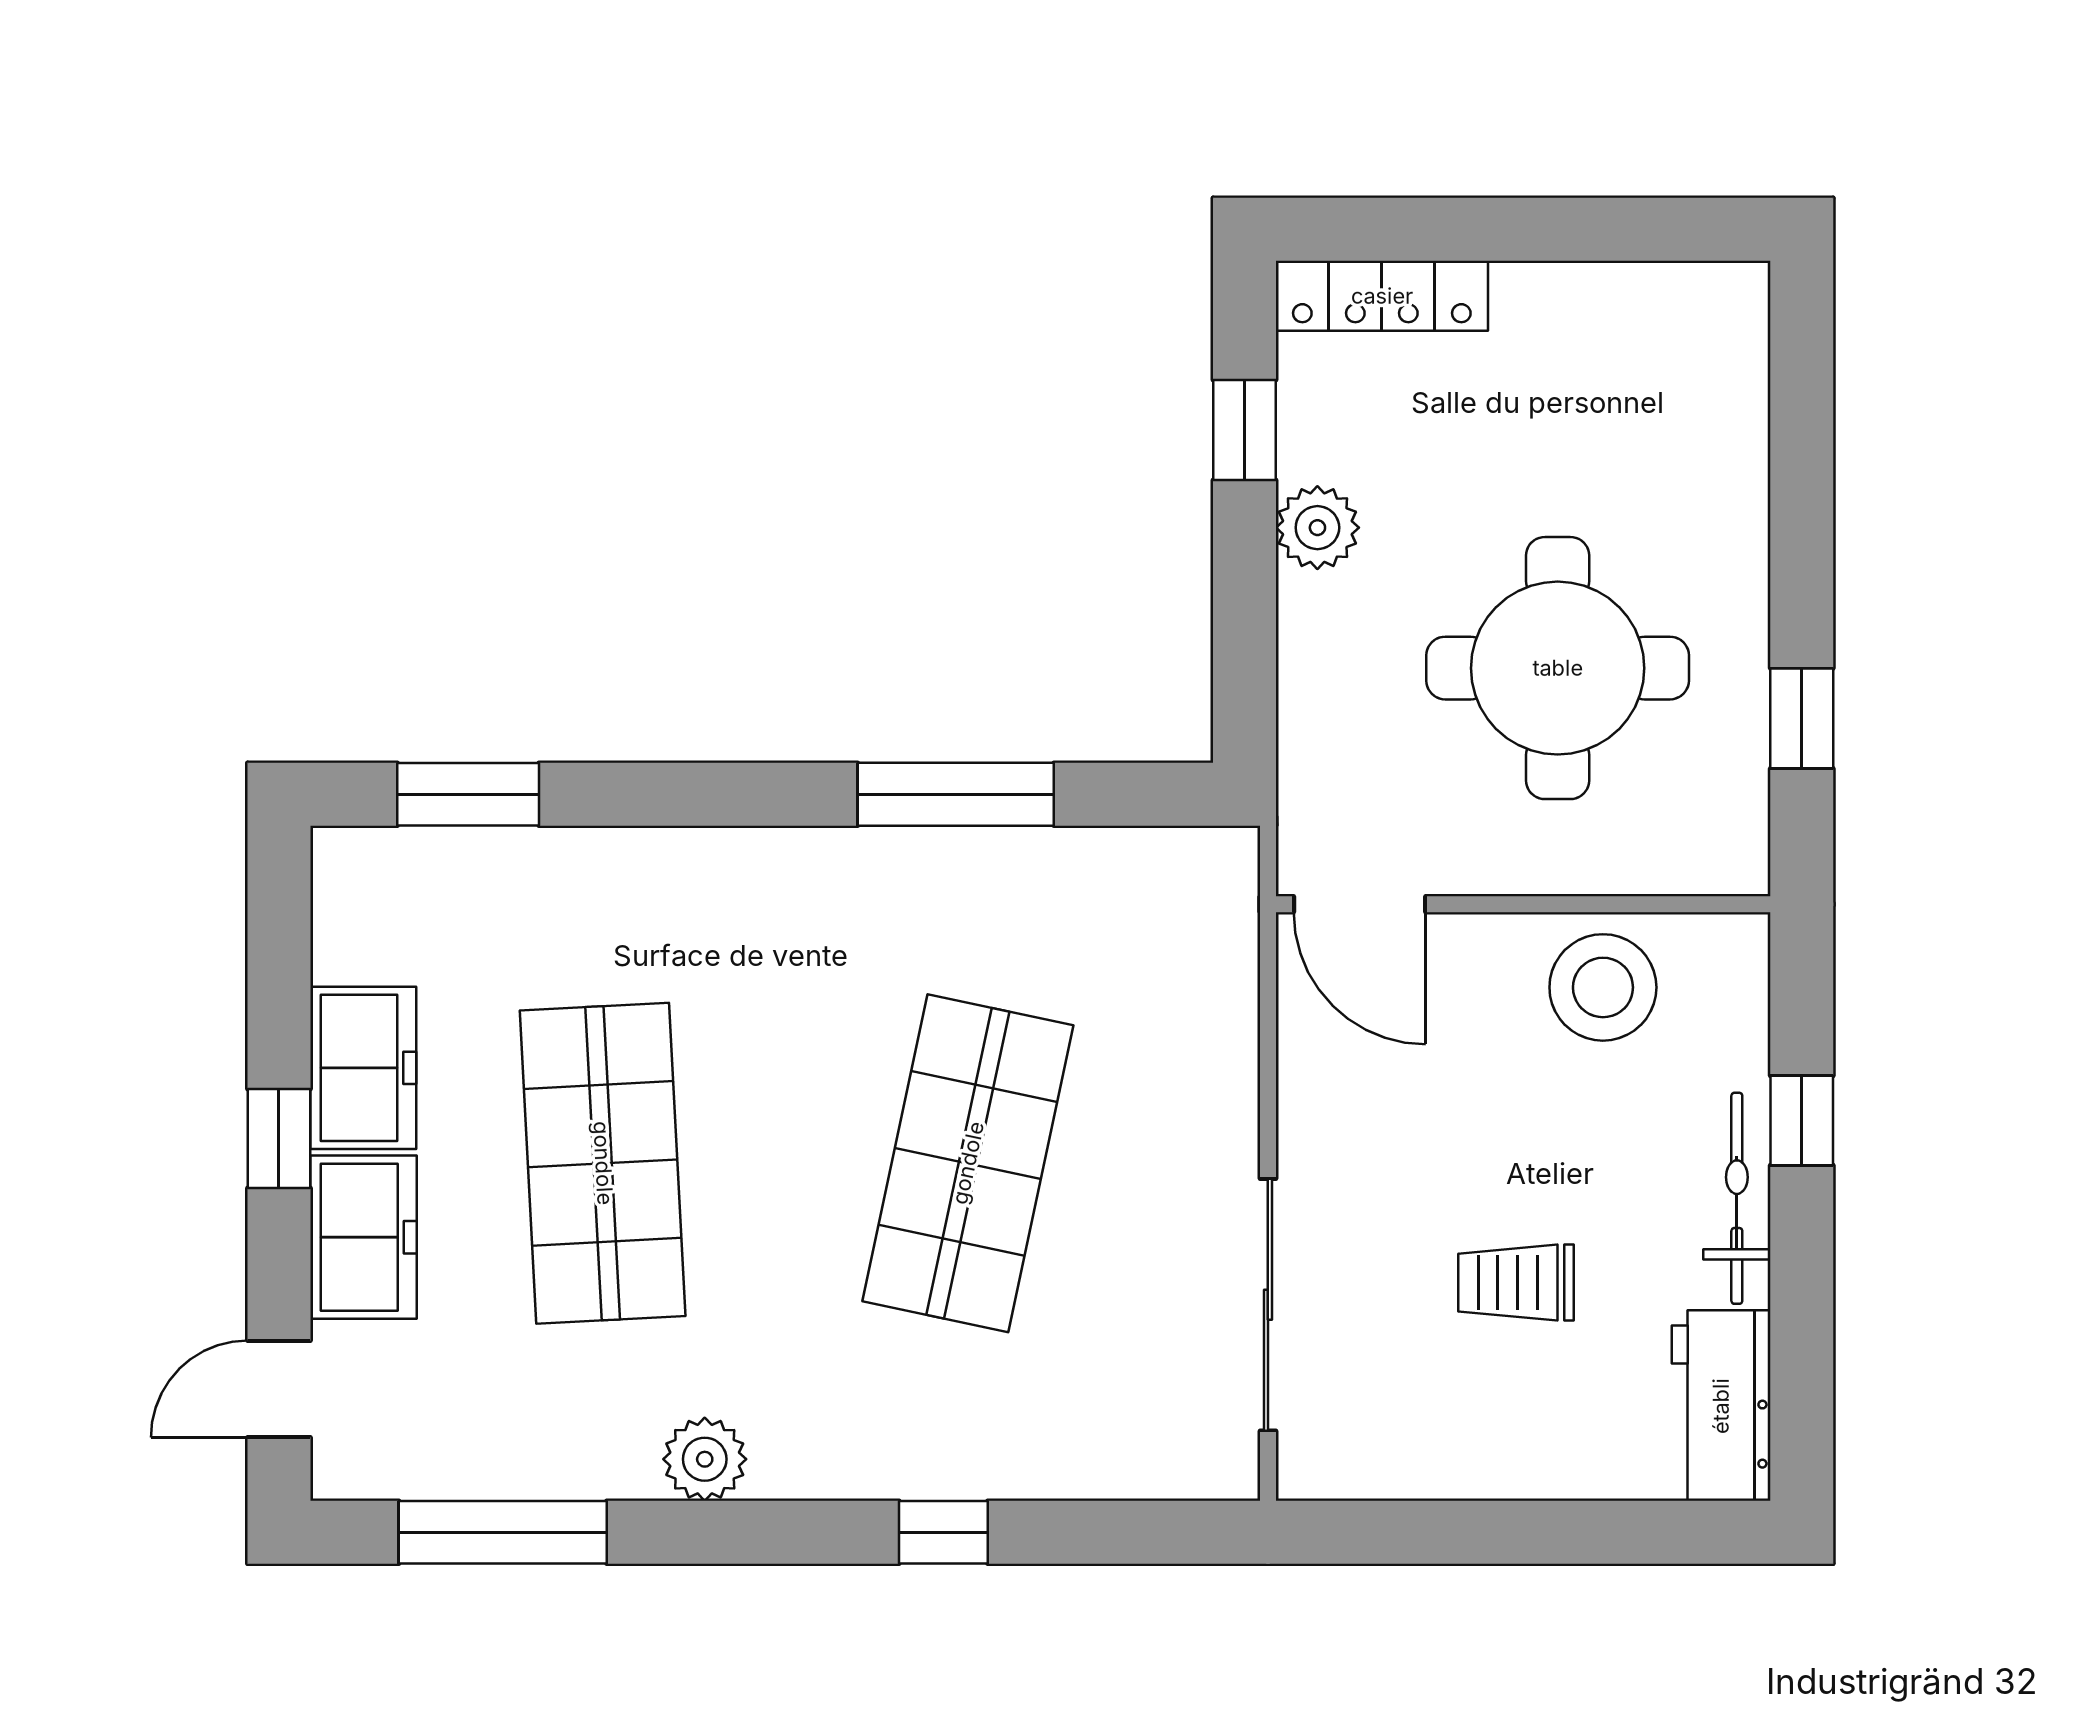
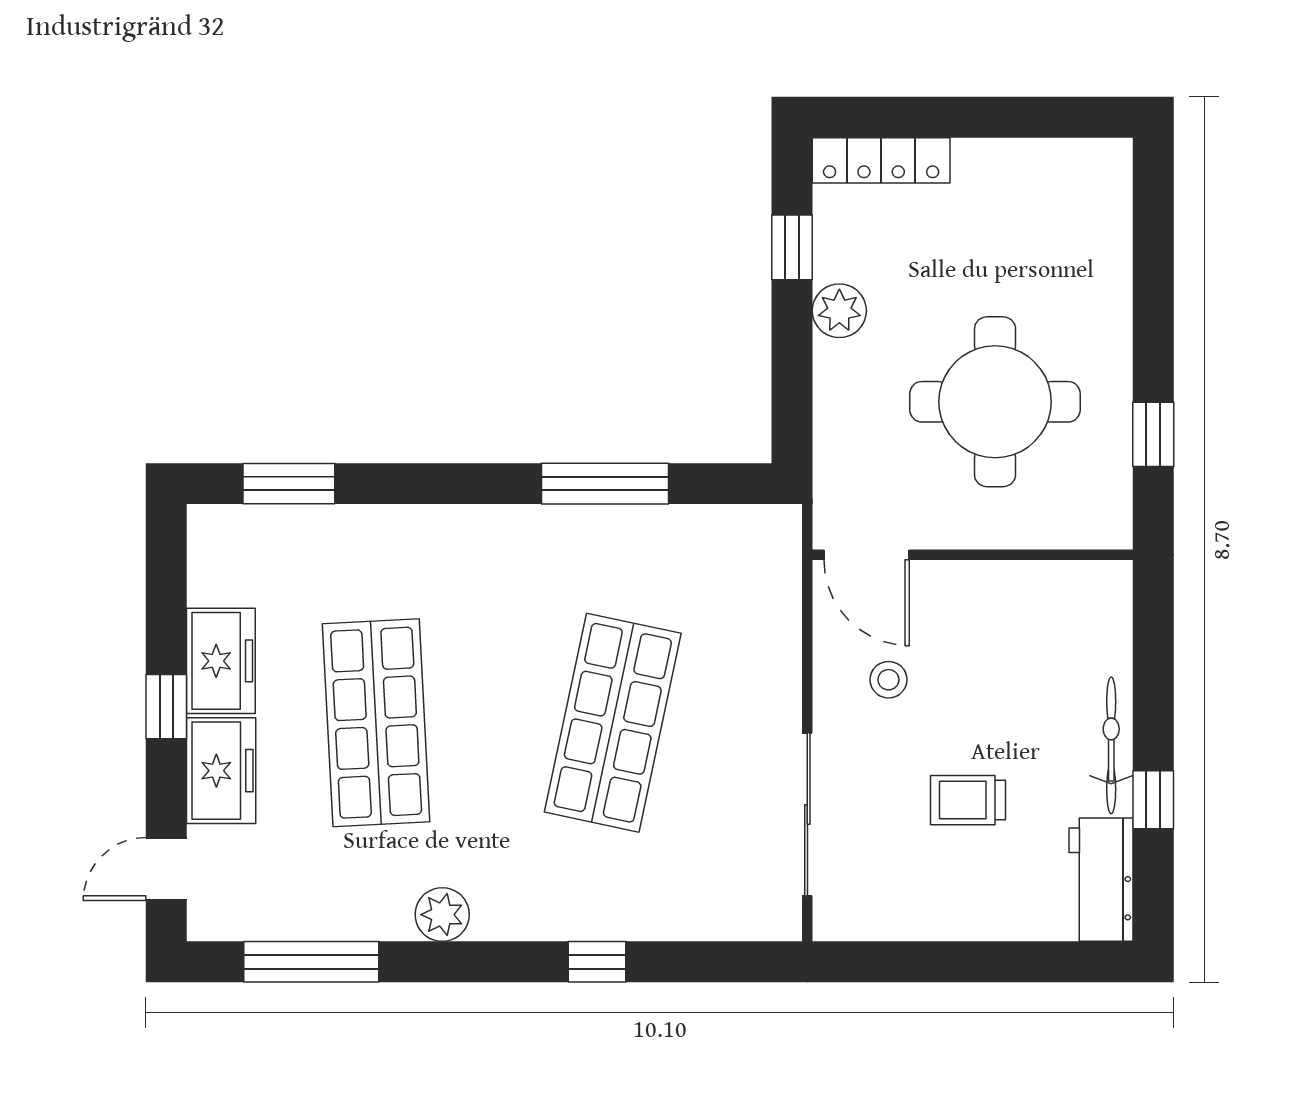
stool: (1603, 987) -> (888, 680), moved, width x0.53, depth x0.53
window: (1802, 1120) -> (1153, 800), moved

